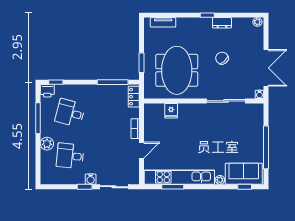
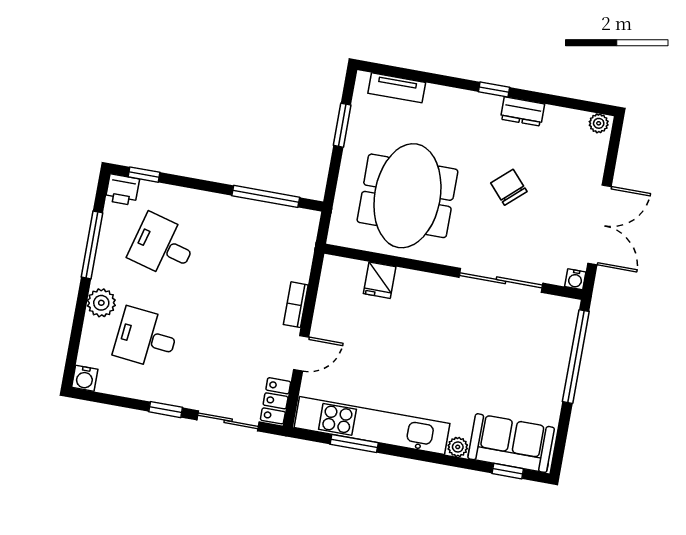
window: (141, 63) -> (342, 125), moved
locker: (134, 97) -> (276, 401), moved
window: (266, 147) -> (576, 357), moved
water cooler: (91, 179) -> (85, 378), moved

